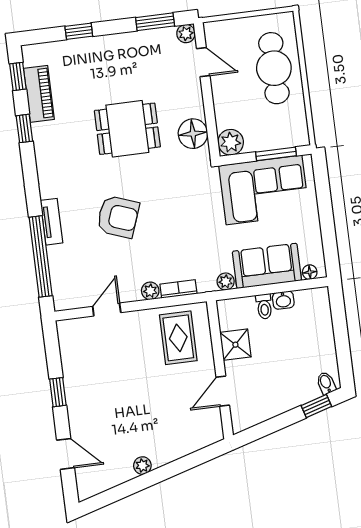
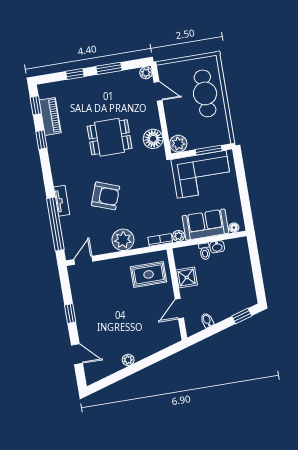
window: (155, 22) -> (109, 68), moved
bookcase: (178, 289) -> (160, 240), moved
plant: (150, 291) -> (123, 240), width x1.87, depth x1.87
door: (107, 310) -> (83, 260), moved
rug: (178, 338) -> (149, 274), turned 90
bidet: (326, 383) -> (207, 320), moved

